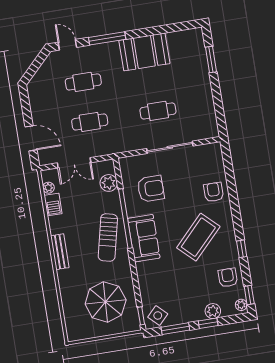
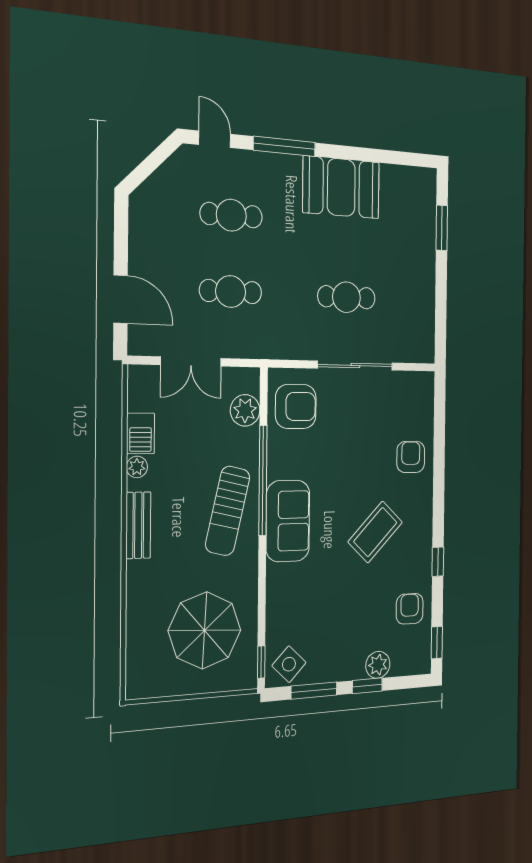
plant: (48, 188) -> (137, 467), moved
armchair: (151, 189) -> (296, 406), moved
coffee table: (198, 237) -> (375, 532), width x0.73, depth x0.76
plant: (241, 305) -> (422, 658), removed

